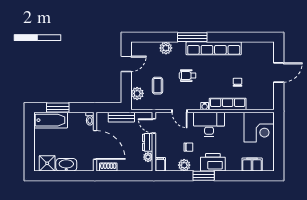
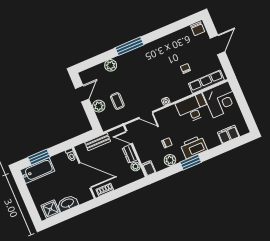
row of seats: (214, 48) -> (152, 48), removed
chair: (266, 48) -> (198, 29), added
wheelchair: (188, 76) -> (140, 81), removed
plant: (137, 93) -> (99, 106), moved
row of seats: (228, 104) -> (206, 82), moved
desk: (209, 124) -> (193, 108), moved

